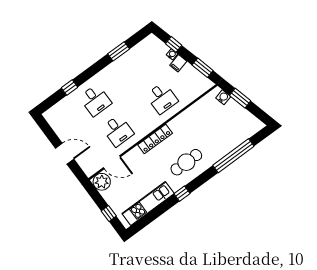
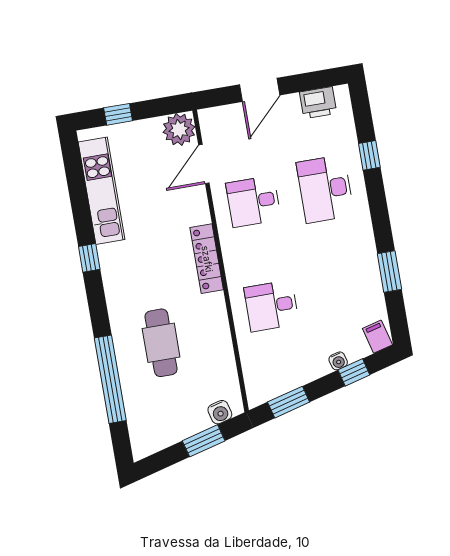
filing cabinet: (178, 63) -> (377, 337), moved
desk: (95, 100) -> (325, 189), width x1.37
printer: (57, 124) -> (318, 103), added
cafe table: (186, 162) -> (161, 343), moved

